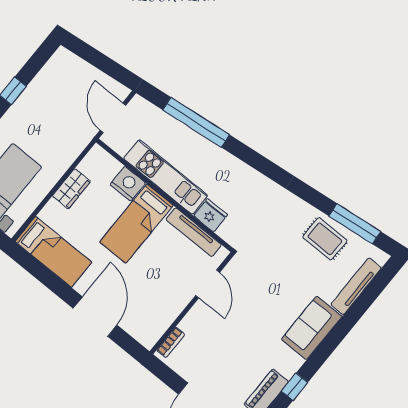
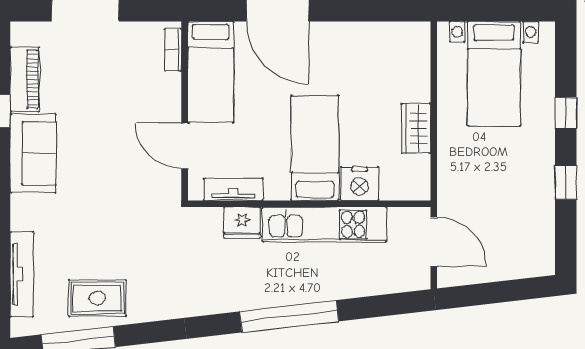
window: (196, 122) -> (289, 316), moved
tv unit: (194, 232) -> (233, 189), width x0.71
bed: (53, 252) -> (211, 72), moved, turned -90
sofa: (312, 328) -> (33, 153), moved

